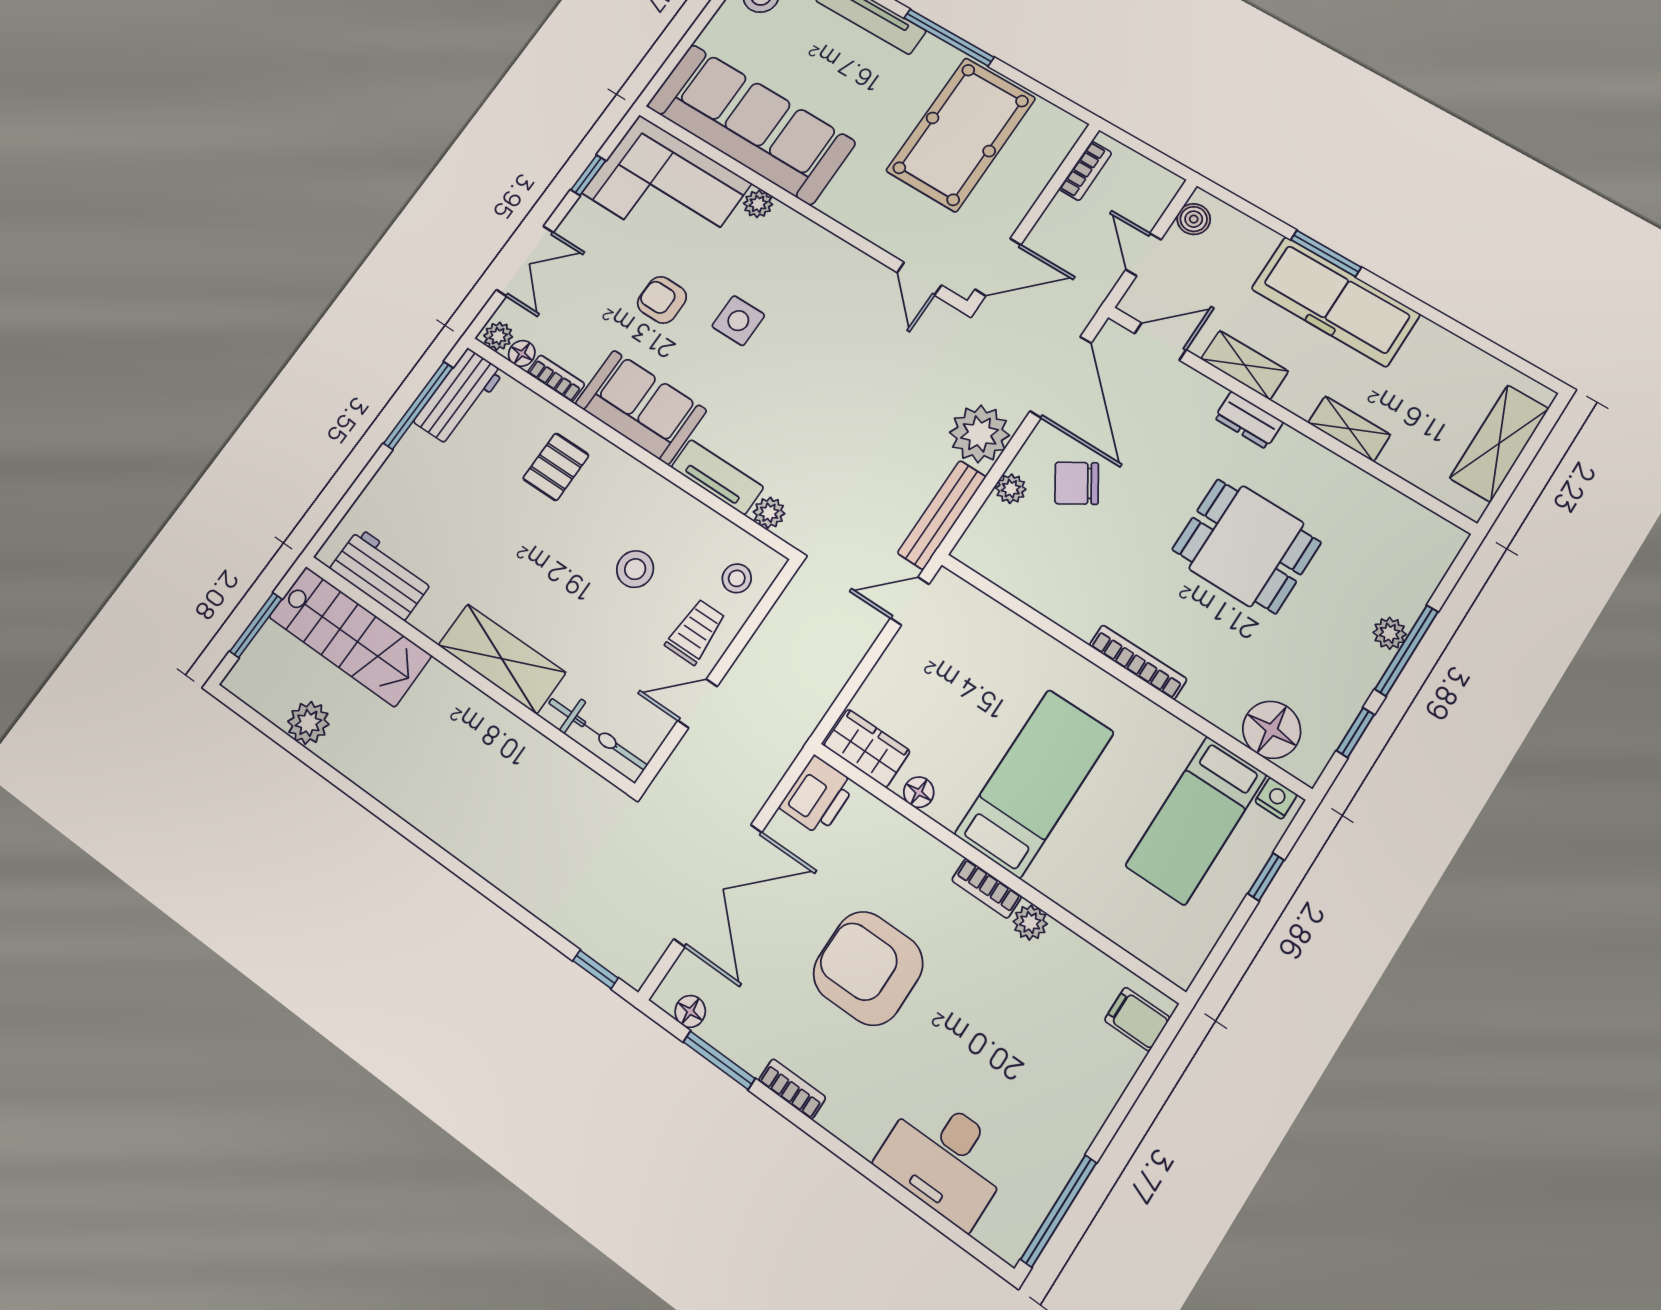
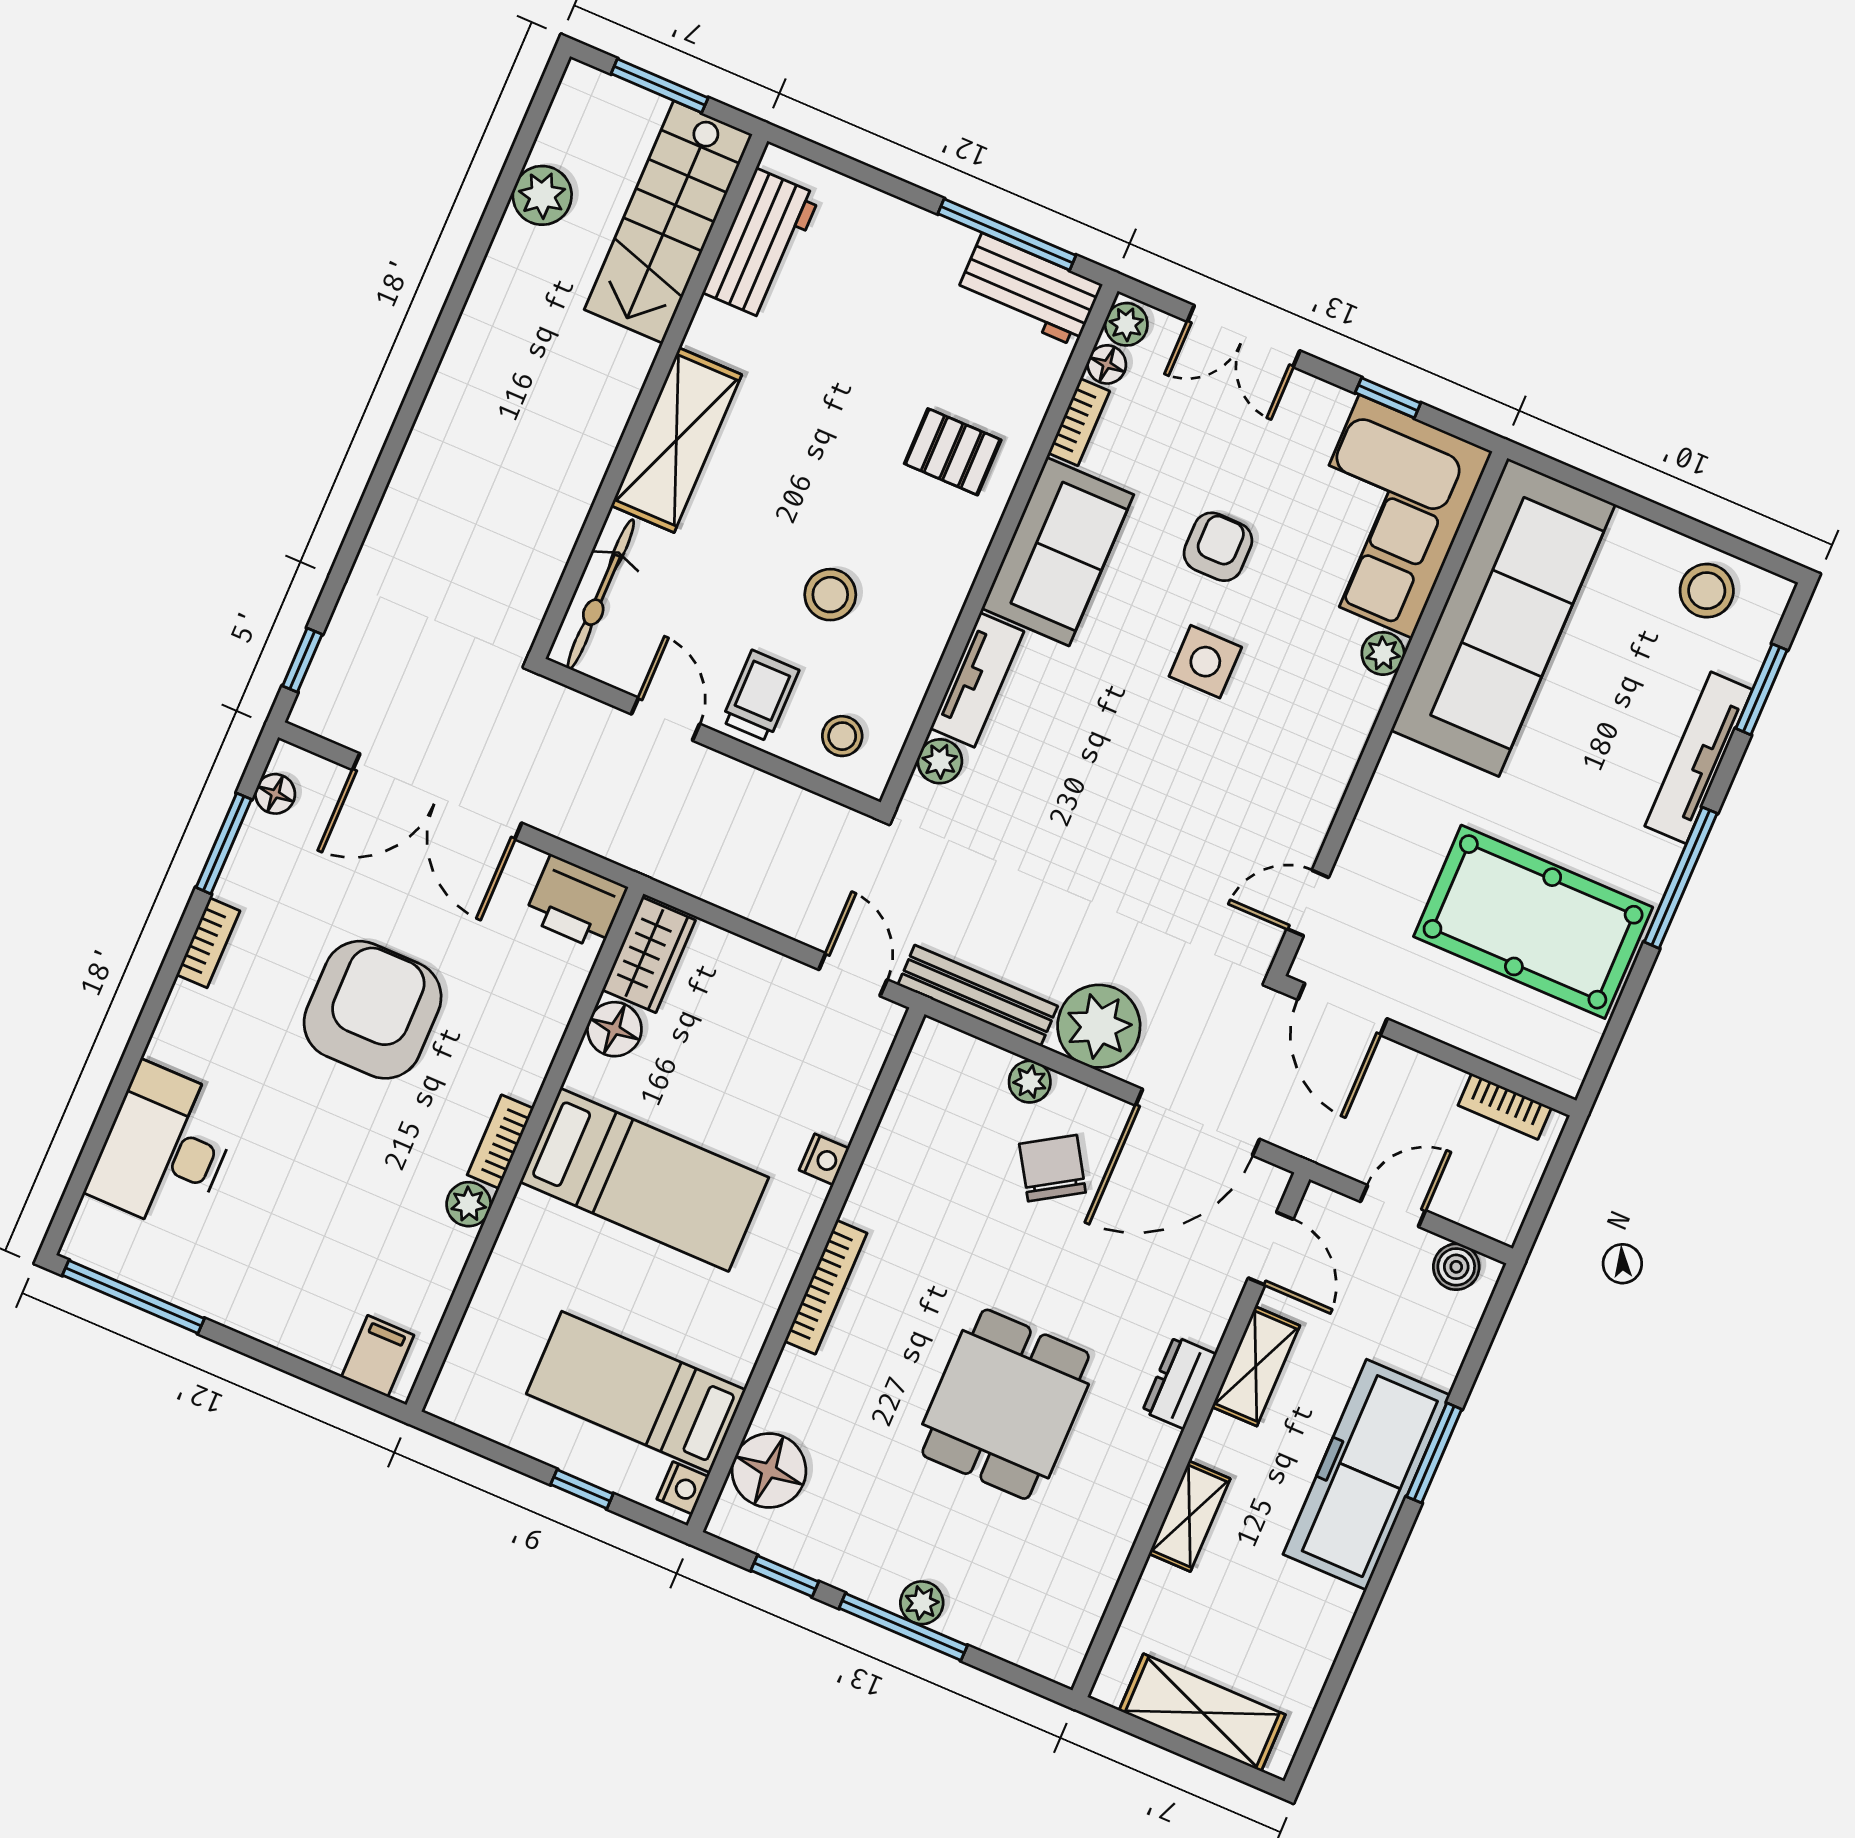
trolley: (696, 632) -> (760, 696), turned -90
nightstand: (1042, 646) -> (824, 1159), added
floor lamp: (919, 792) -> (614, 1029), width x1.37, depth x1.37

